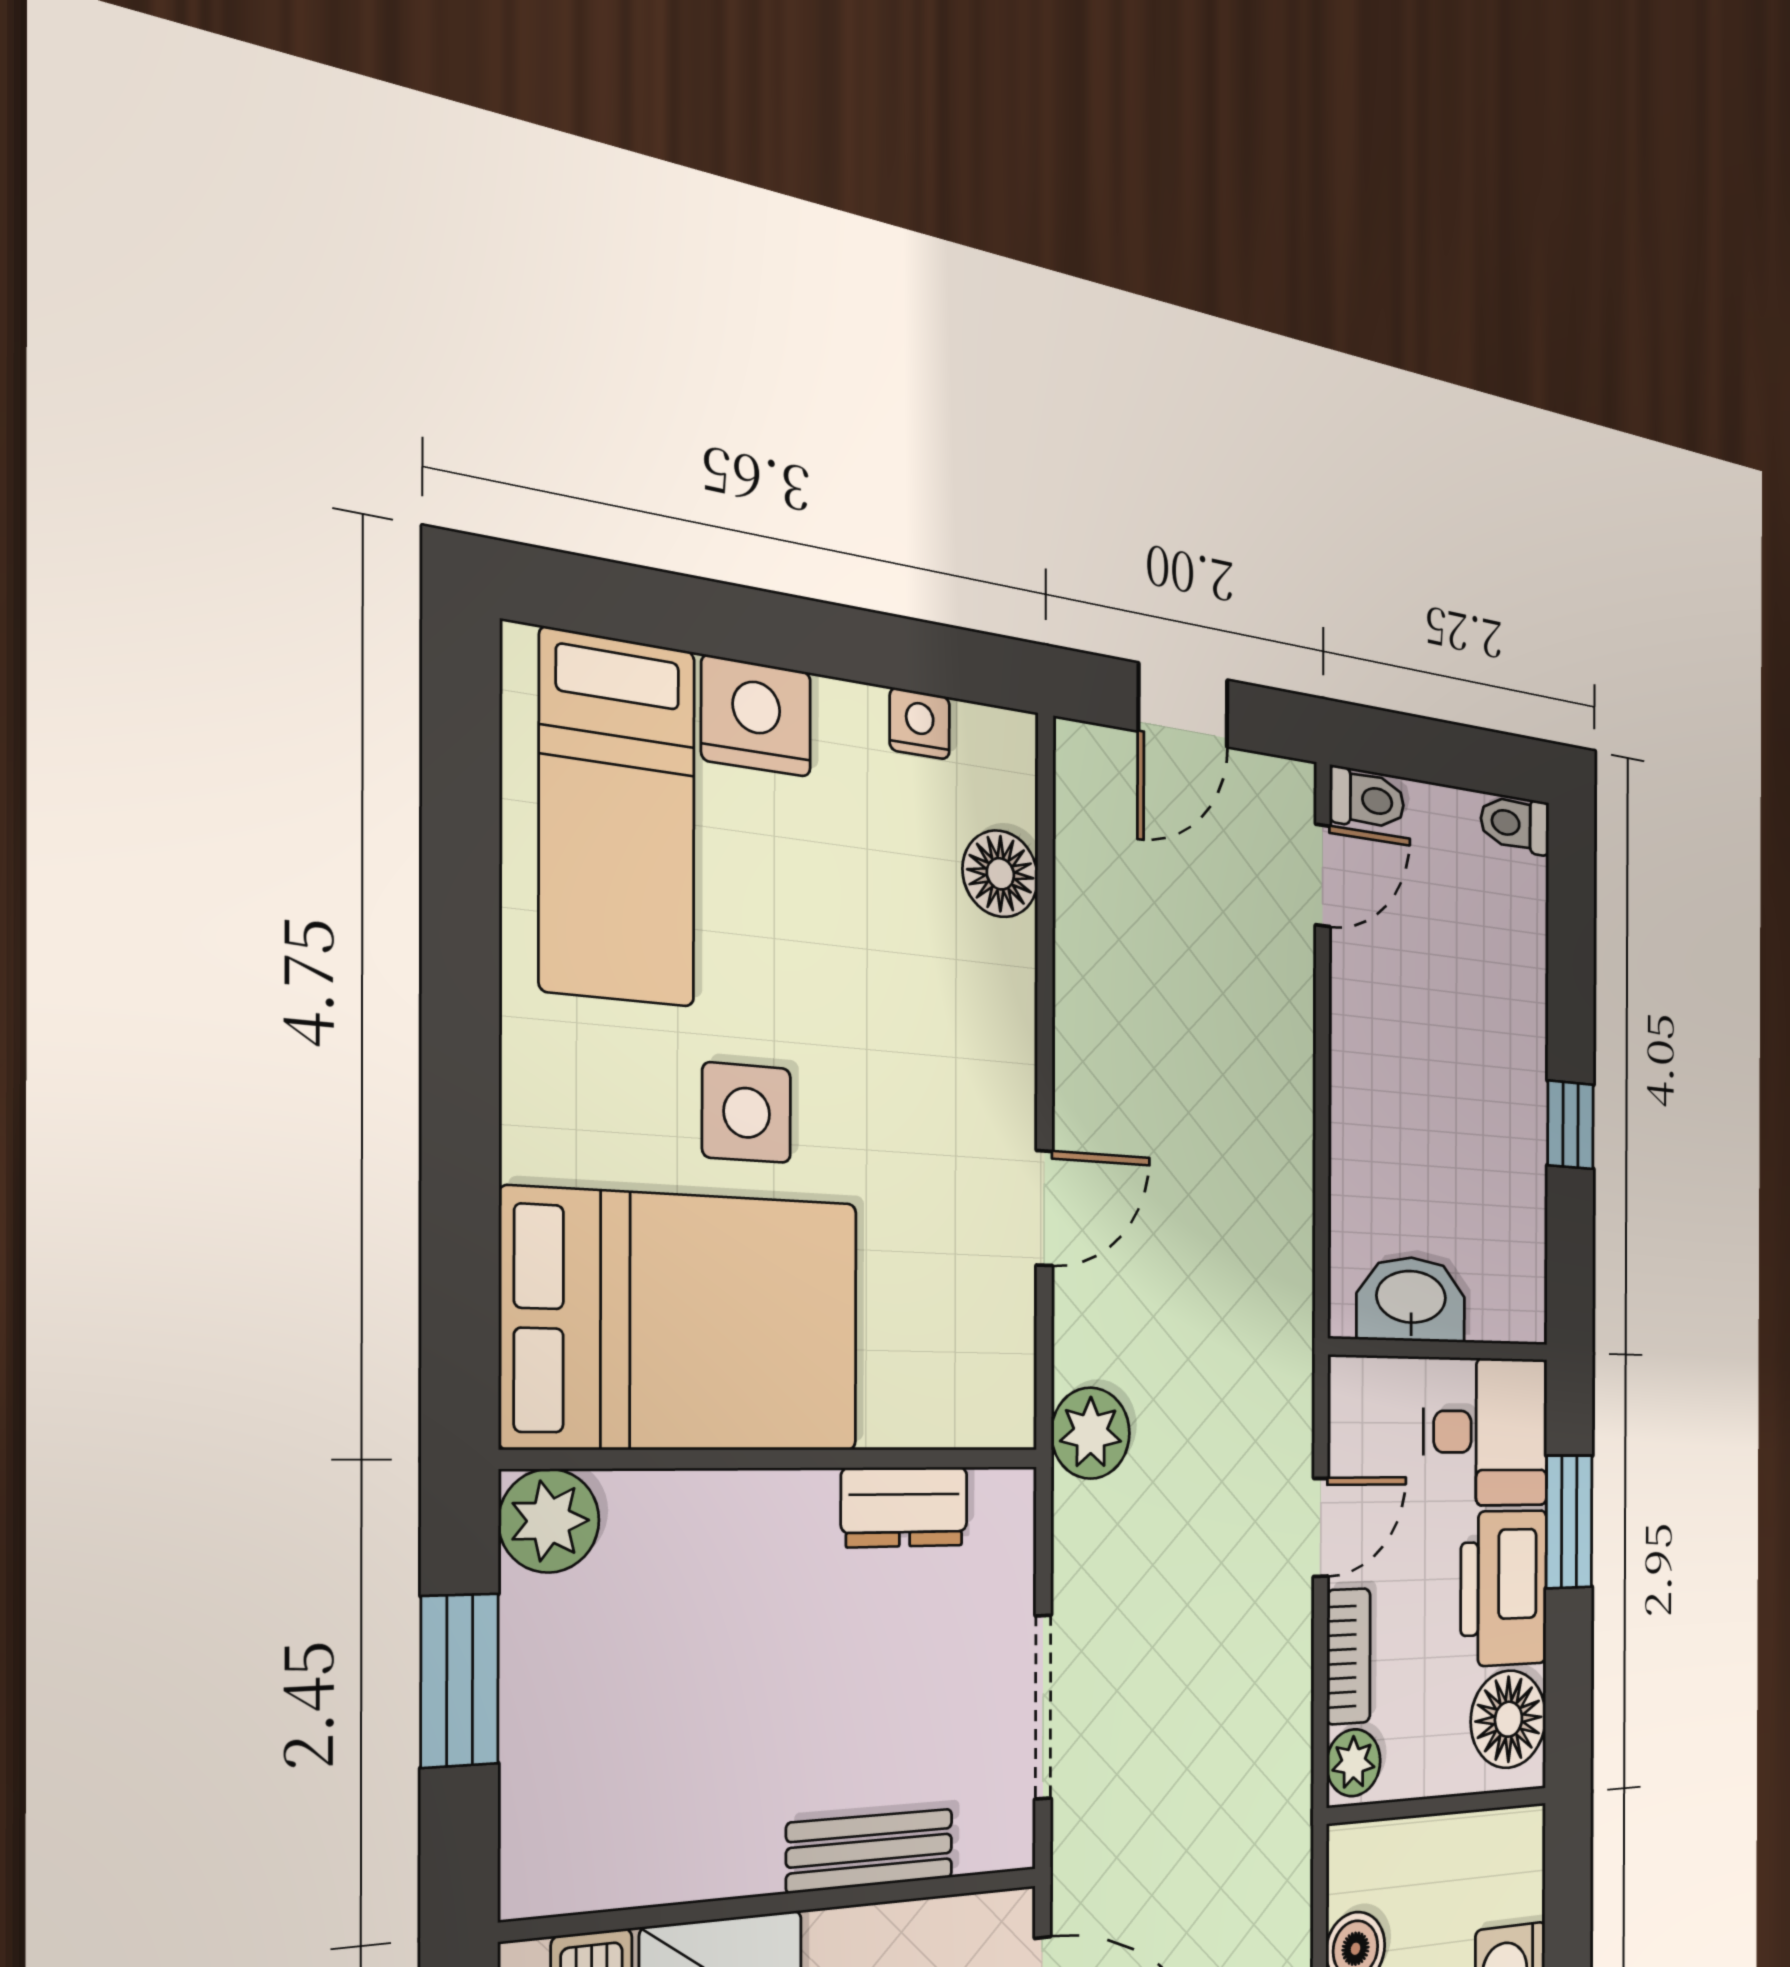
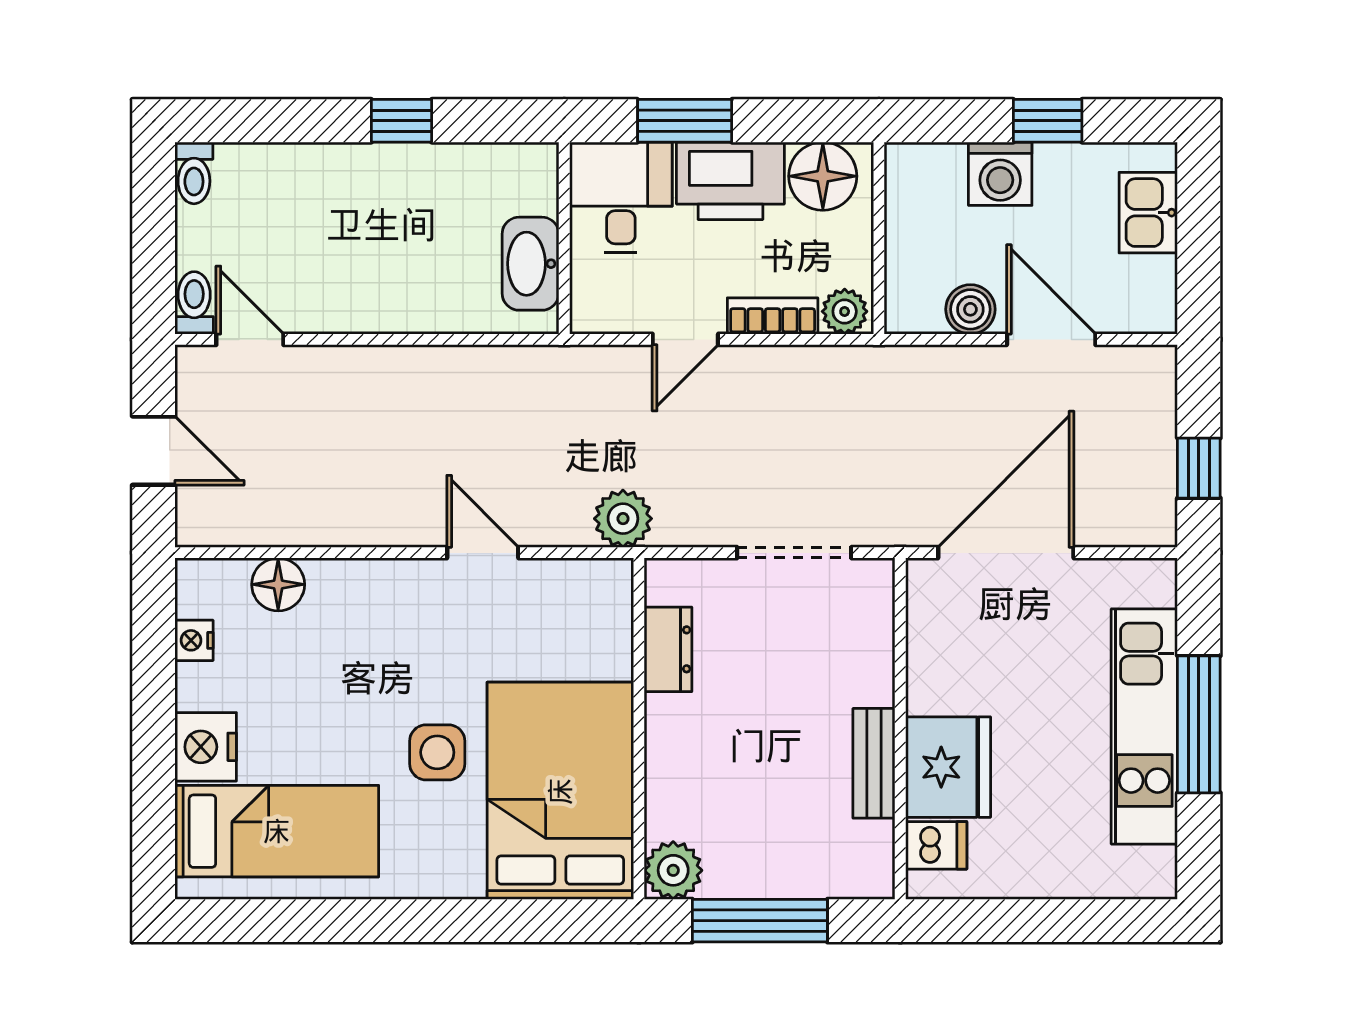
door: (1321, 1527) -> (685, 339), swing flipped
window: (460, 1680) -> (760, 921), width x1.44
bench: (870, 1851) -> (874, 763), moved

